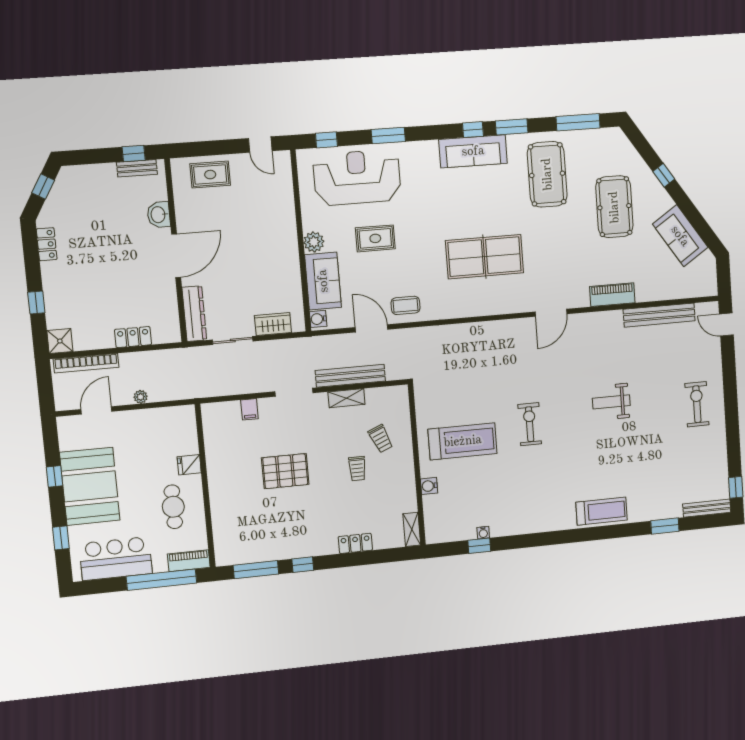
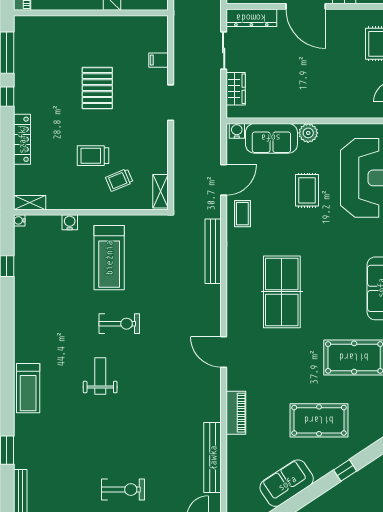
bench: (350, 376) -> (213, 251), moved
shelving: (346, 398) -> (160, 191), moved
weight bench: (611, 402) -> (100, 376), moved
trolley: (357, 469) -> (93, 156), width x1.36, depth x1.39
water cooler: (483, 533) -> (19, 220), moved
locker: (355, 543) -> (22, 139), width x1.53

